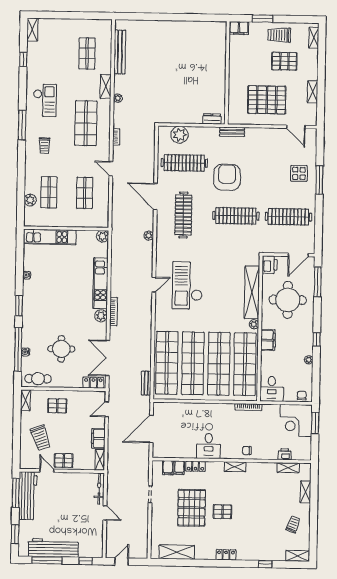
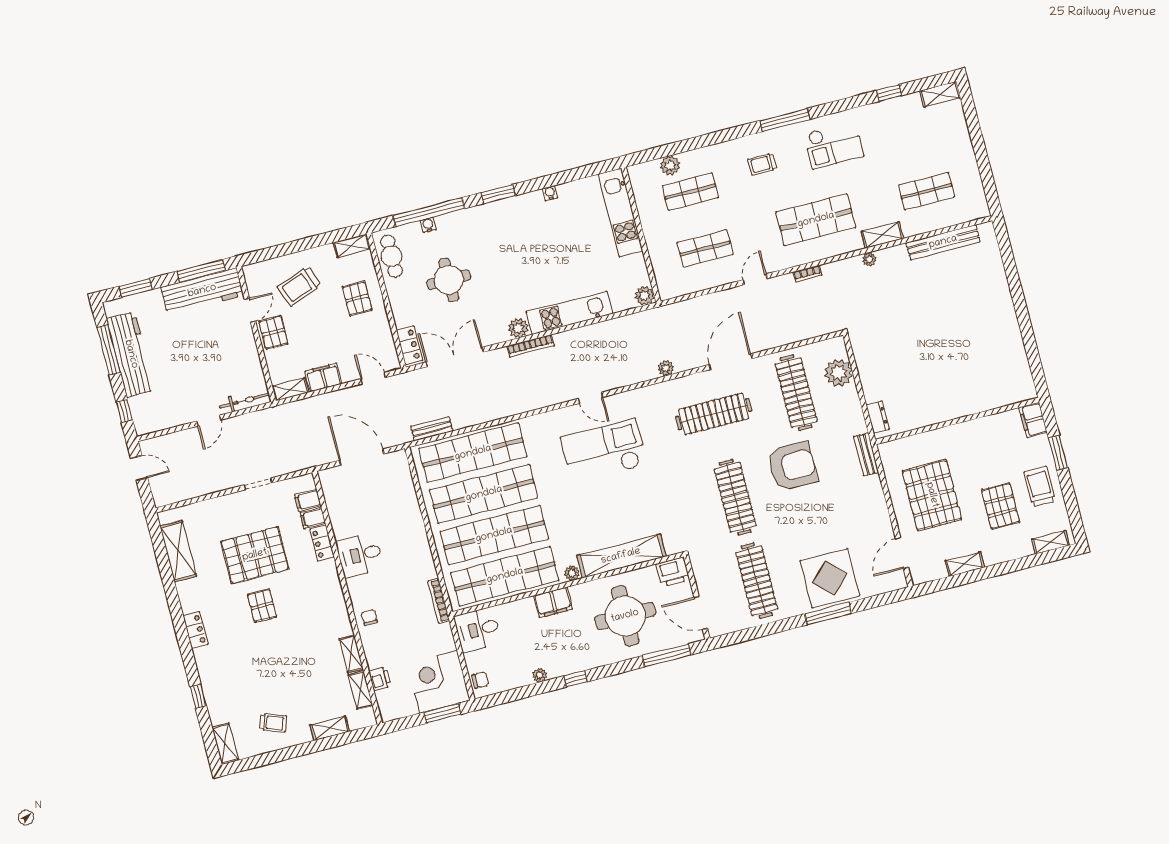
display table: (299, 173) -> (830, 578), width x1.86, depth x1.86
shelving: (235, 467) -> (351, 654), moved

